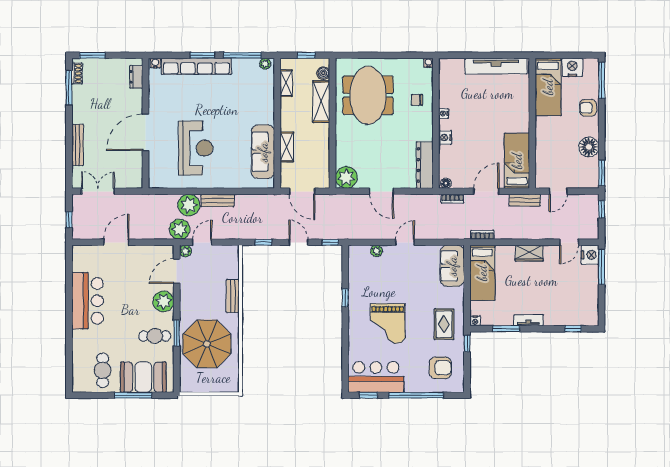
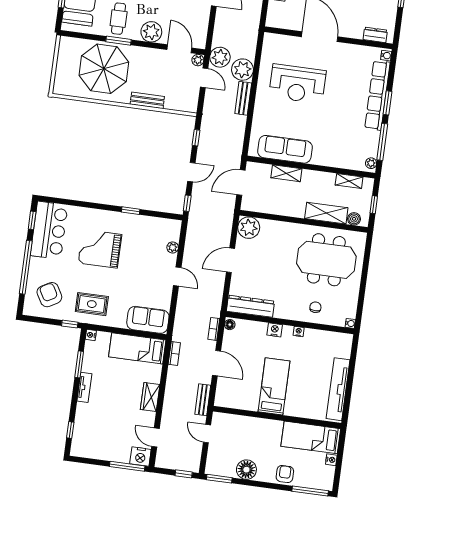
nightstand: (572, 67) -> (331, 460), width x0.53, depth x0.56
bed: (517, 161) -> (274, 386), moved, turned -90
armchair: (440, 368) -> (49, 295), turned 150

